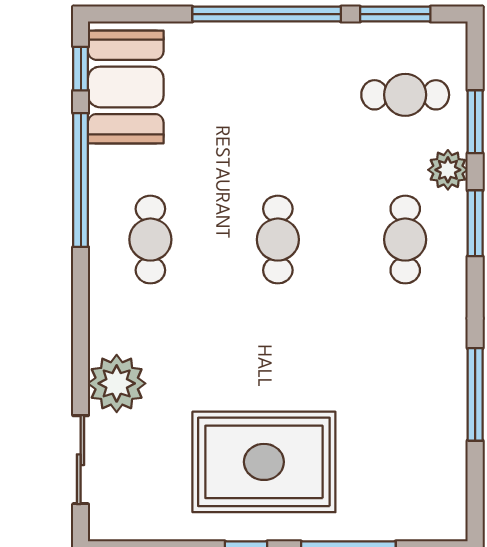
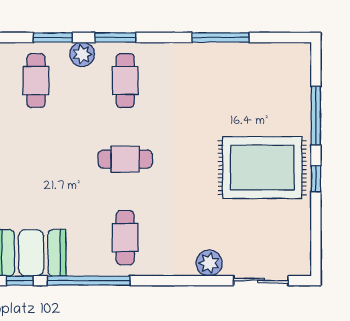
cafe table: (150, 240) -> (125, 238), turned 90
cafe table: (405, 240) -> (125, 81), turned 90
plant: (117, 383) -> (209, 263), width x0.73, depth x0.73
rug: (264, 462) -> (262, 168), turned 90

